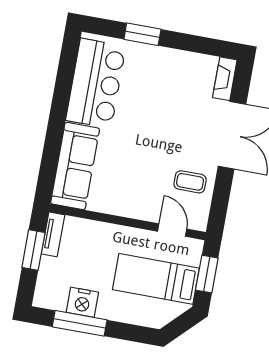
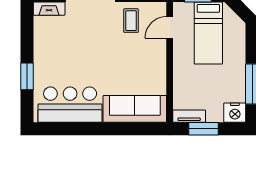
nightstand: (82, 302) -> (235, 113), moved, turned 90

